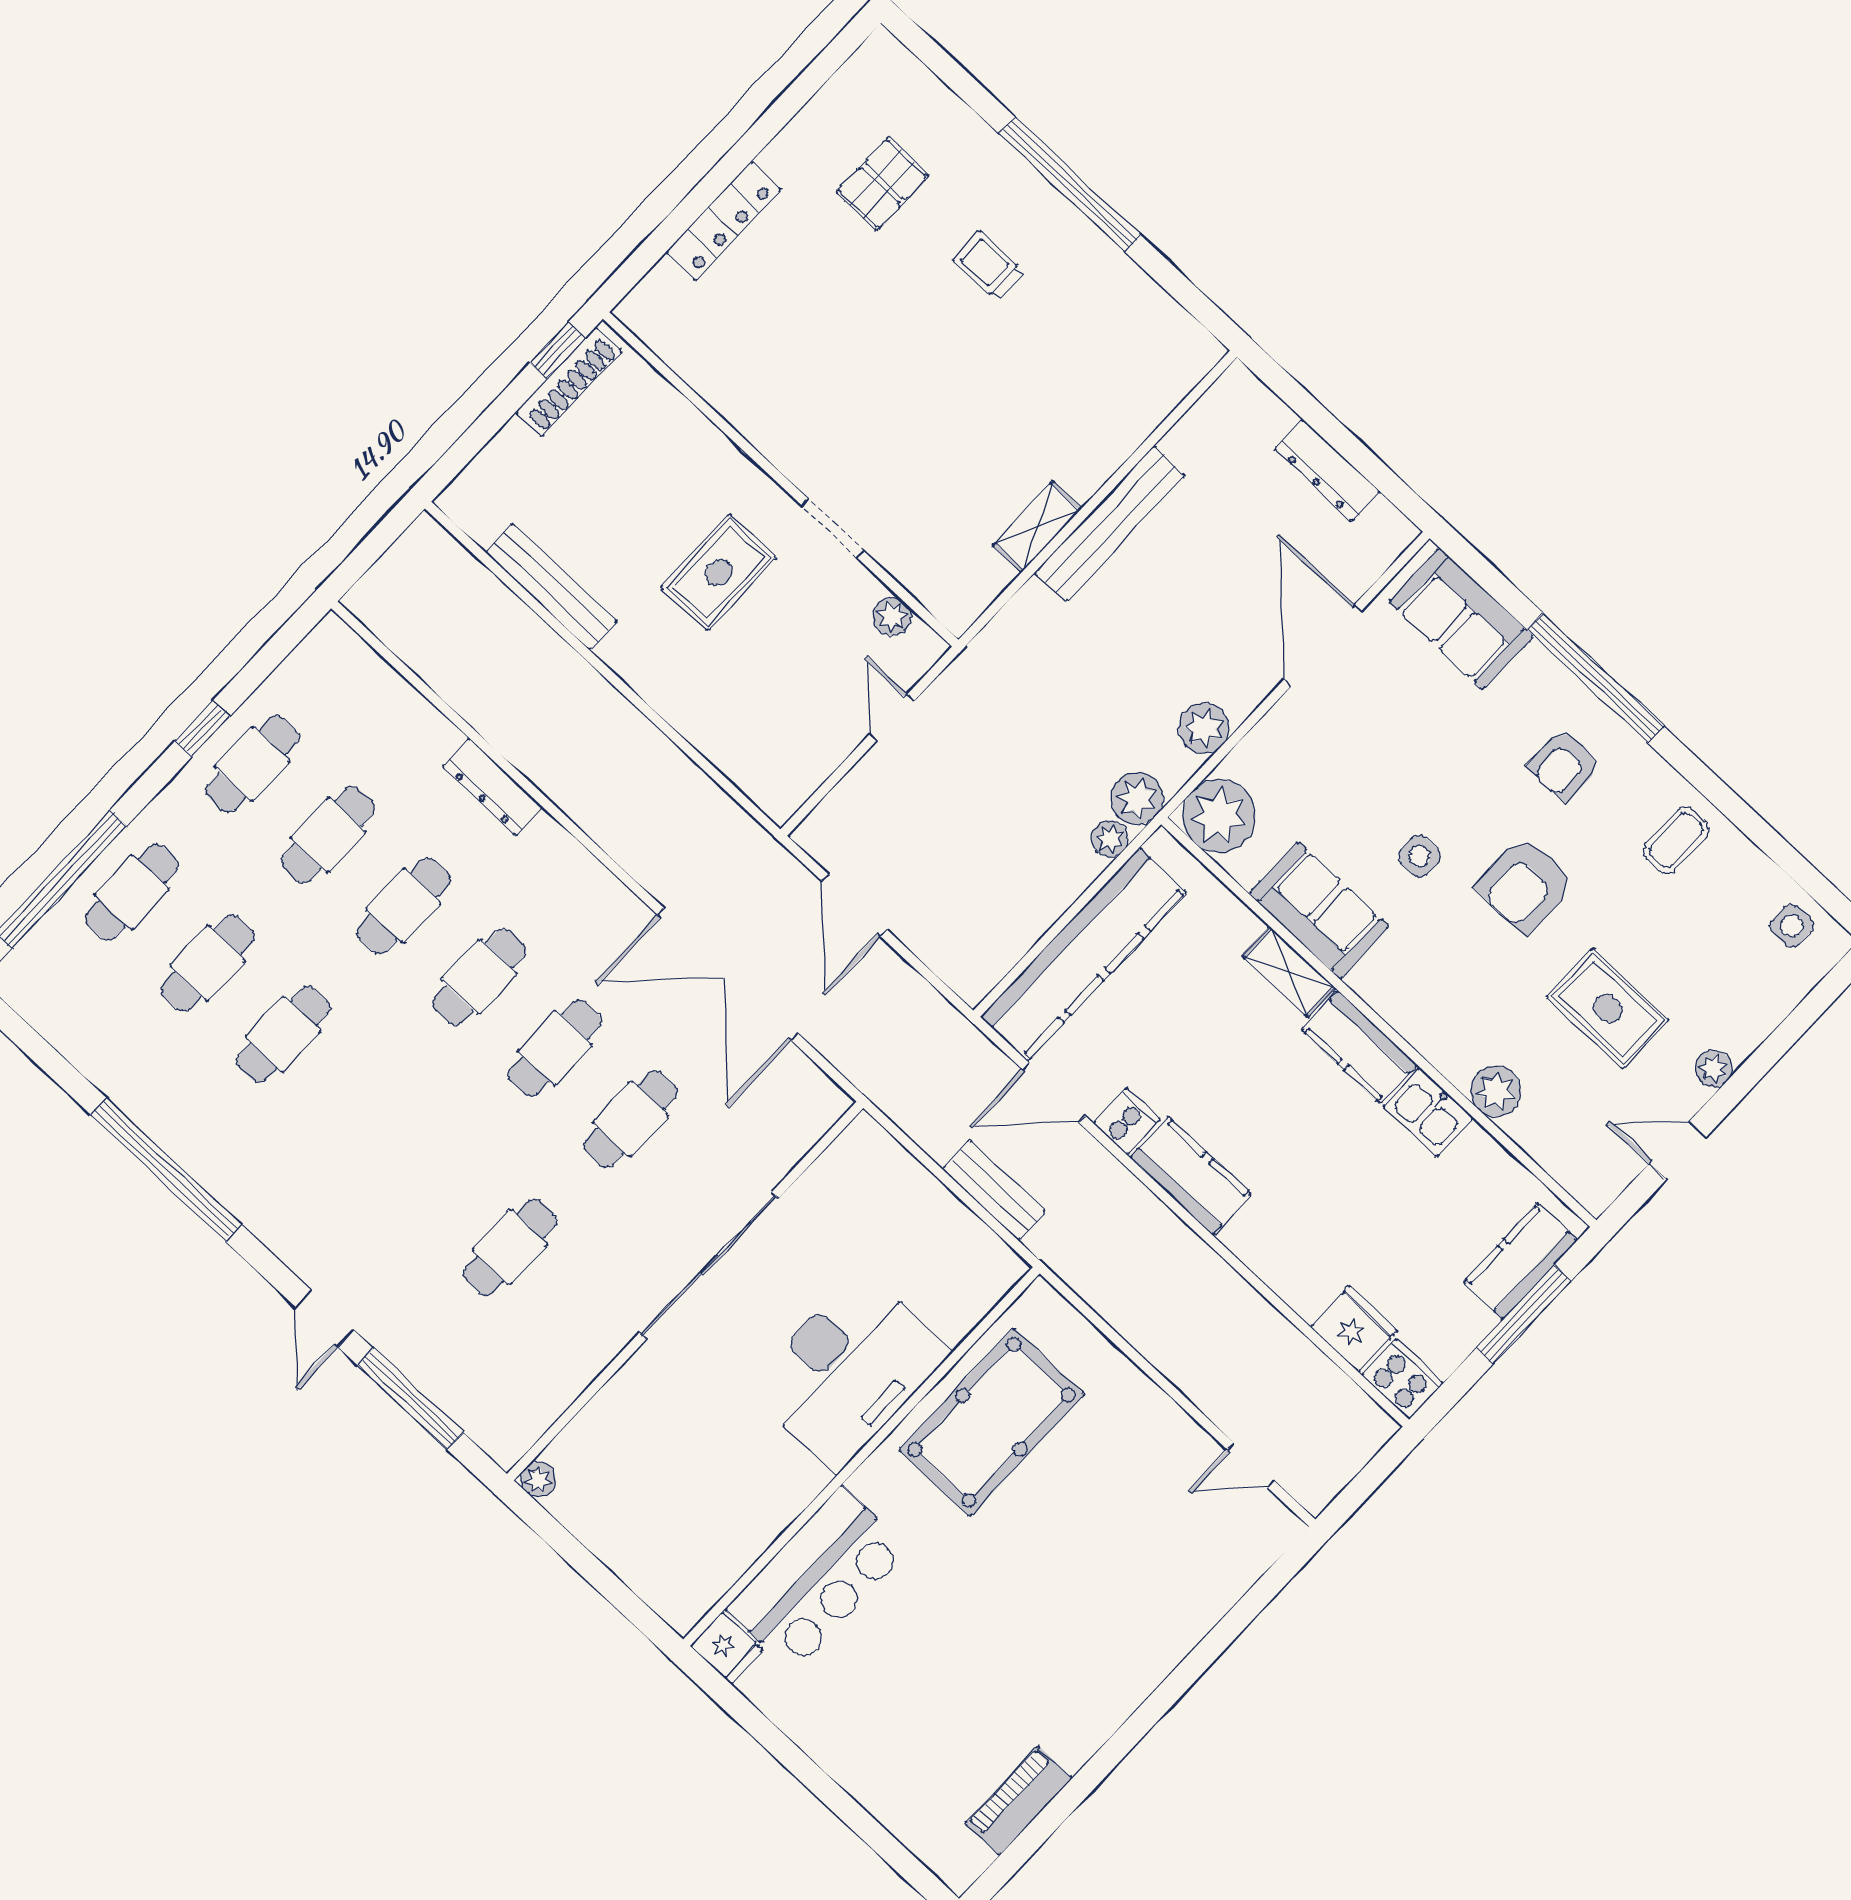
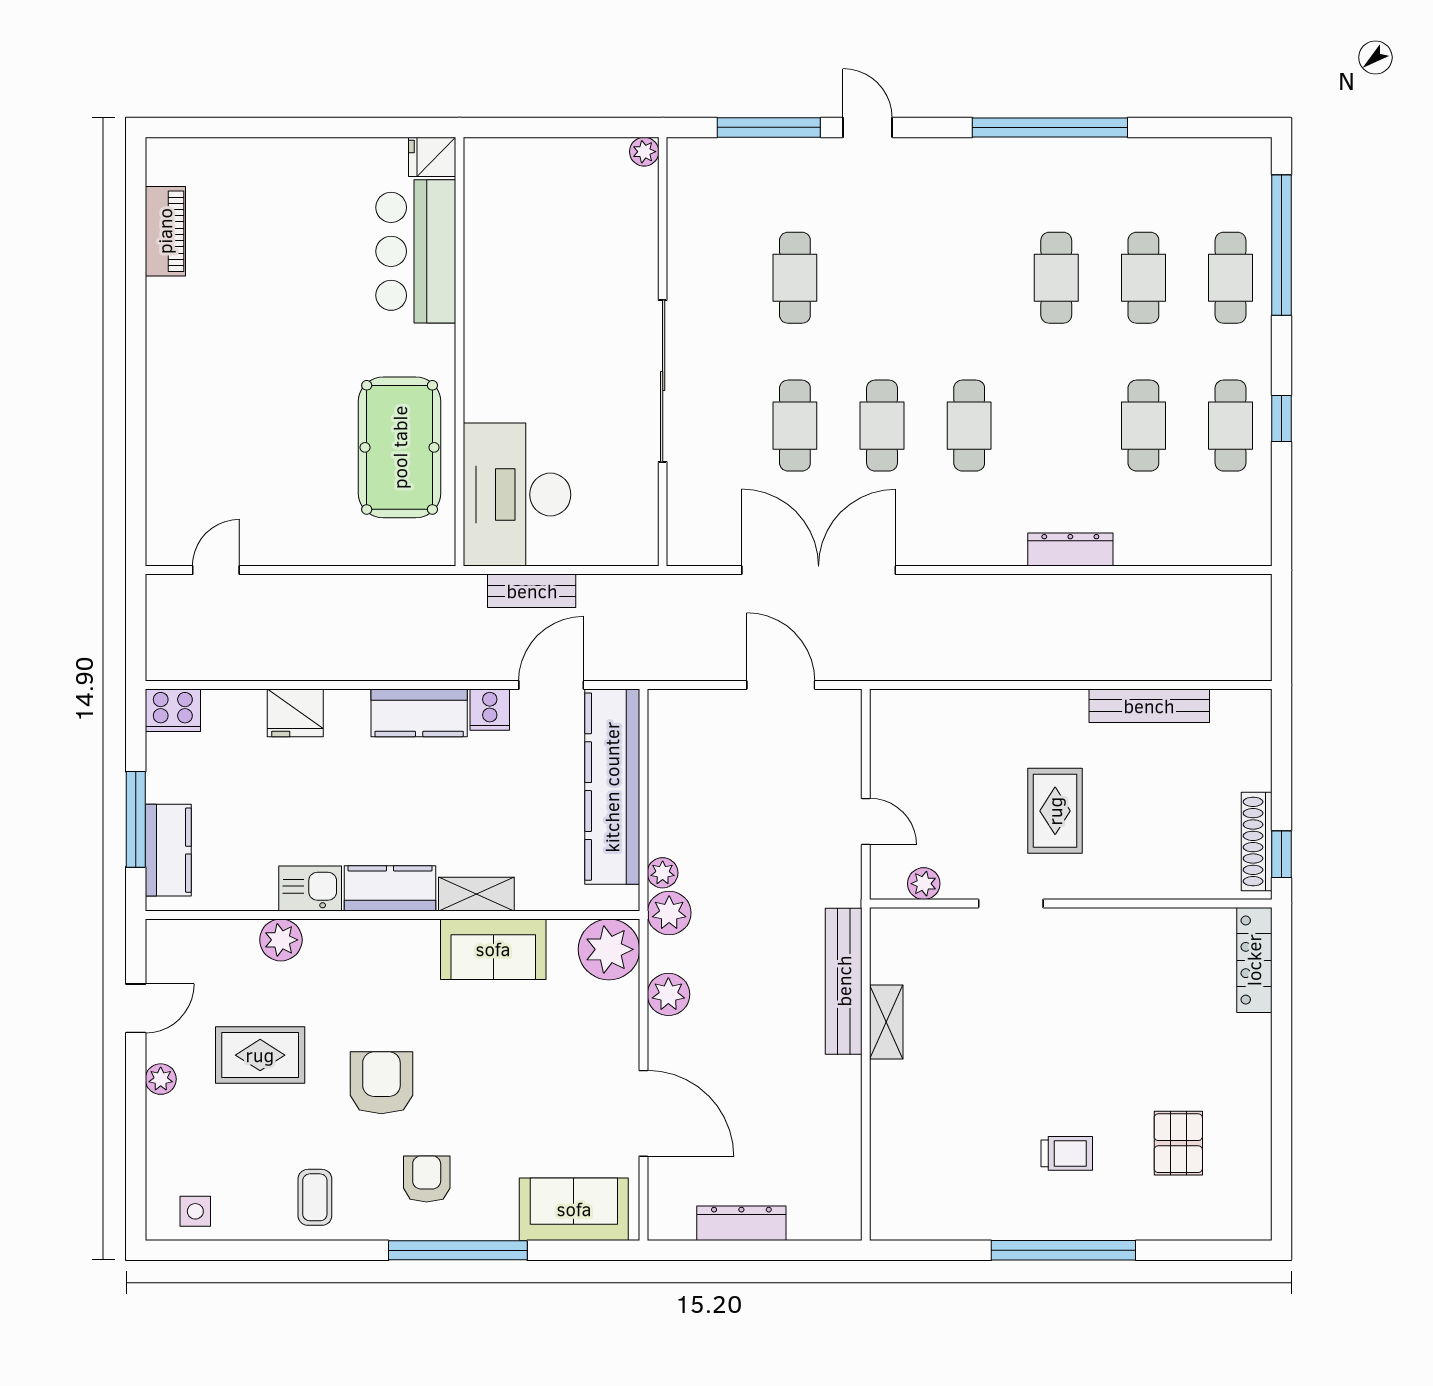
locker: (723, 221) -> (1254, 960), moved
bench: (1110, 524) -> (844, 981), moved
side table: (1419, 856) -> (463, 1040), removed
cafe table: (404, 906) -> (1056, 426), removed
fridge: (1354, 1329) -> (295, 713), moved
desk: (848, 1370) -> (517, 495), moved

